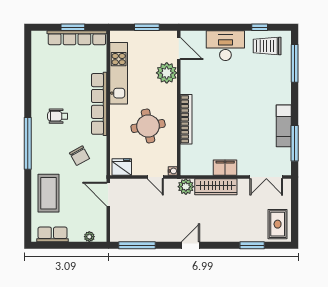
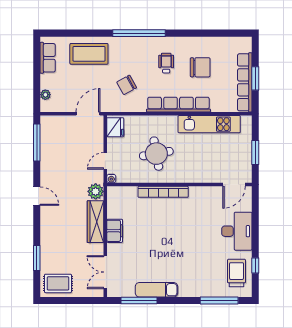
plant: (167, 73) -> (210, 172), removed
chair: (62, 82) -> (200, 67), added

